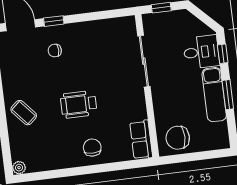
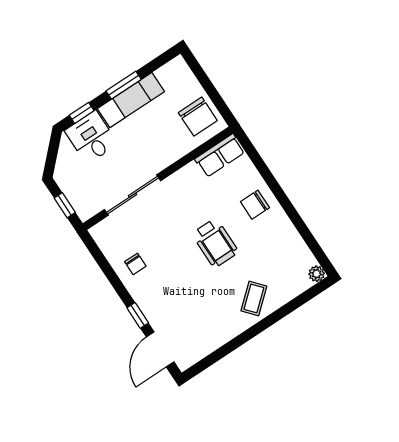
chair: (55, 51) -> (135, 264), moved

